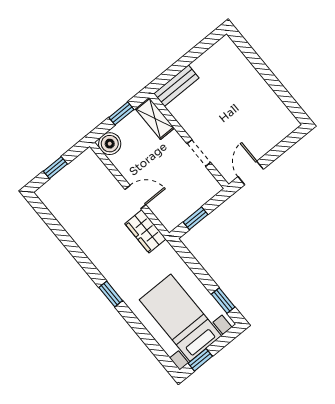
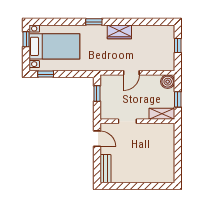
bench: (176, 86) -> (105, 169), moved
wardrobe: (145, 231) -> (119, 32), moved, turned 180

